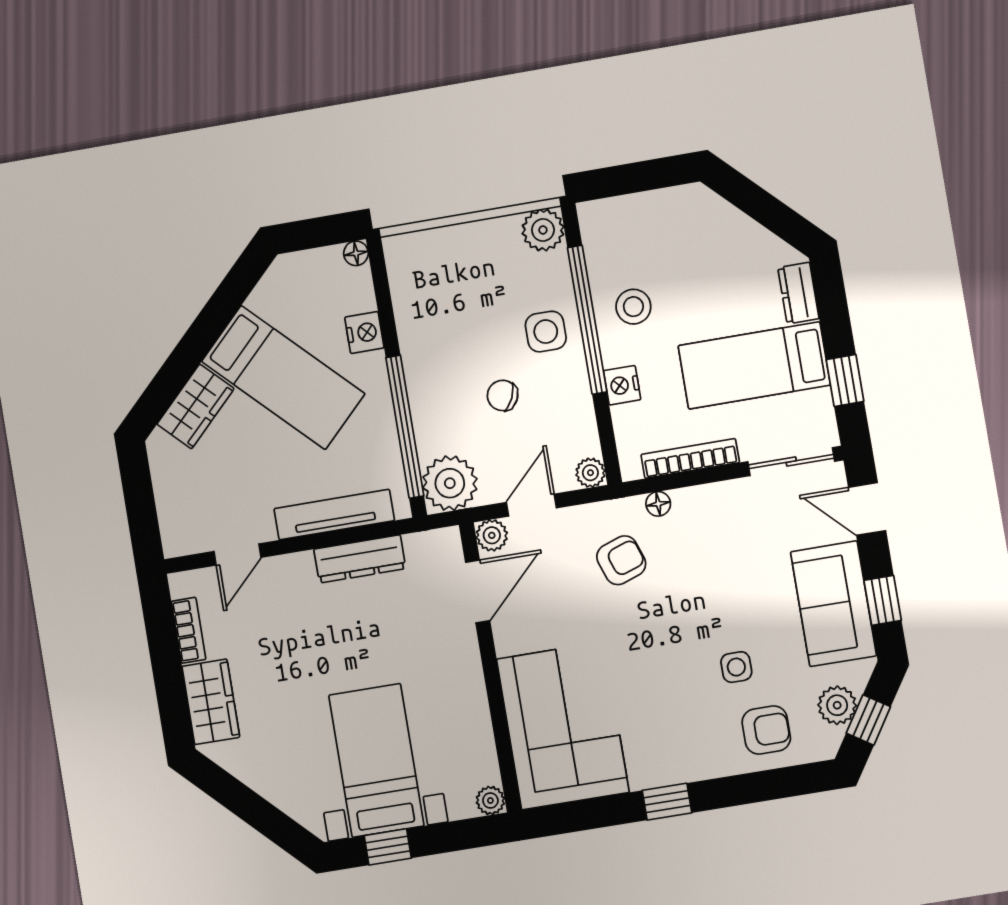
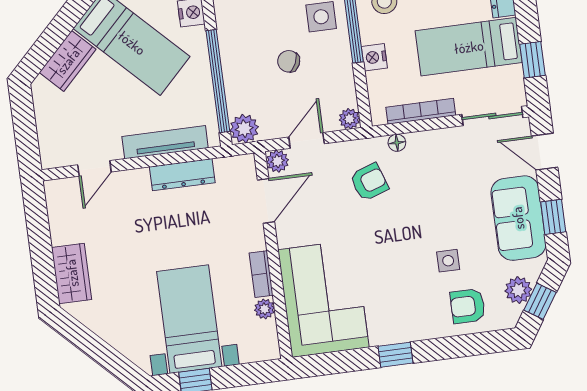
plant: (450, 483) -> (244, 129), width x0.73, depth x0.73
bookcase: (189, 630) -> (261, 274), moved, turned 180
armchair: (766, 730) -> (468, 306), turned 180
plant: (490, 800) -> (264, 309), moved

